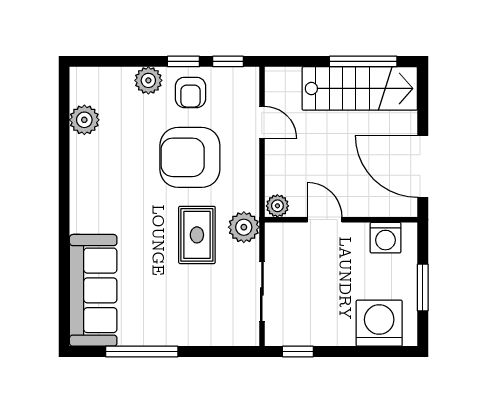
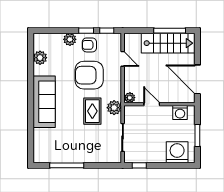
armchair: (191, 92) -> (89, 45), turned 90
sofa: (93, 290) -> (44, 102), moved

